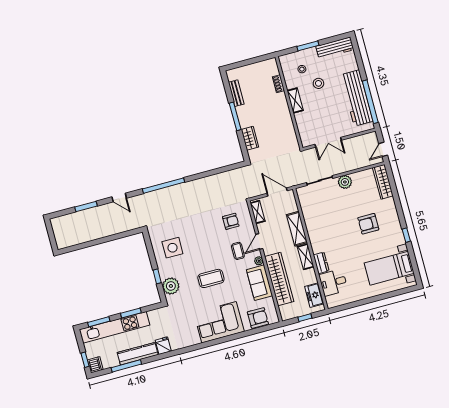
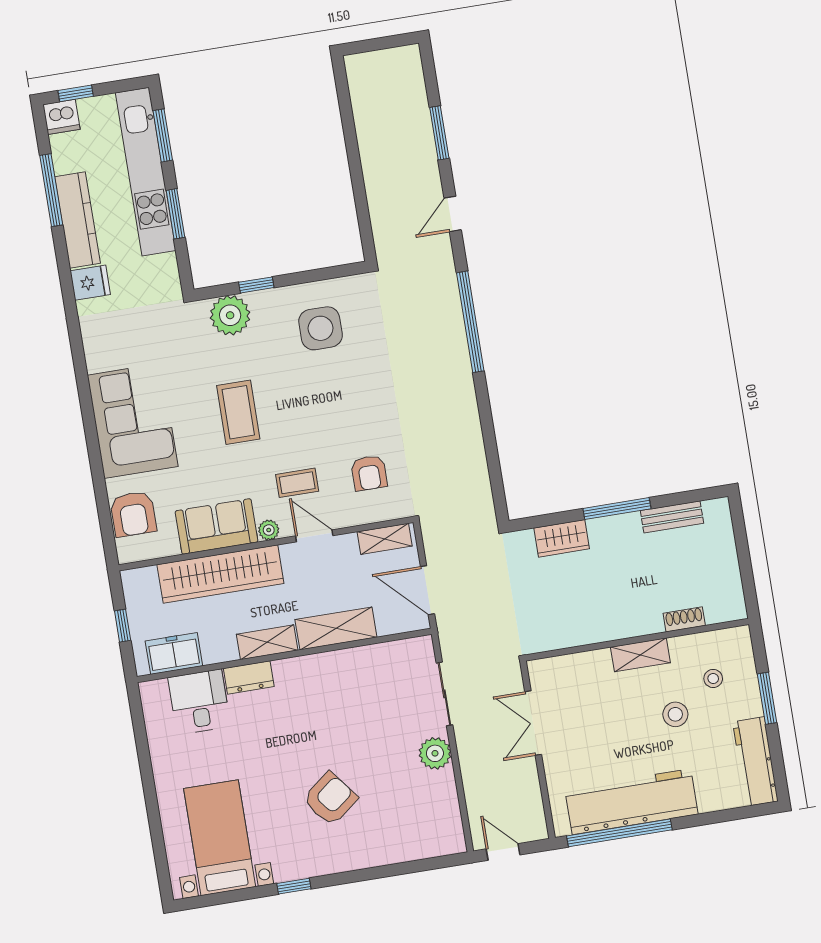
wardrobe: (383, 182) -> (426, 844), removed
door: (277, 192) -> (427, 590), swing flipped
armchair: (368, 224) -> (330, 799), turned 52

